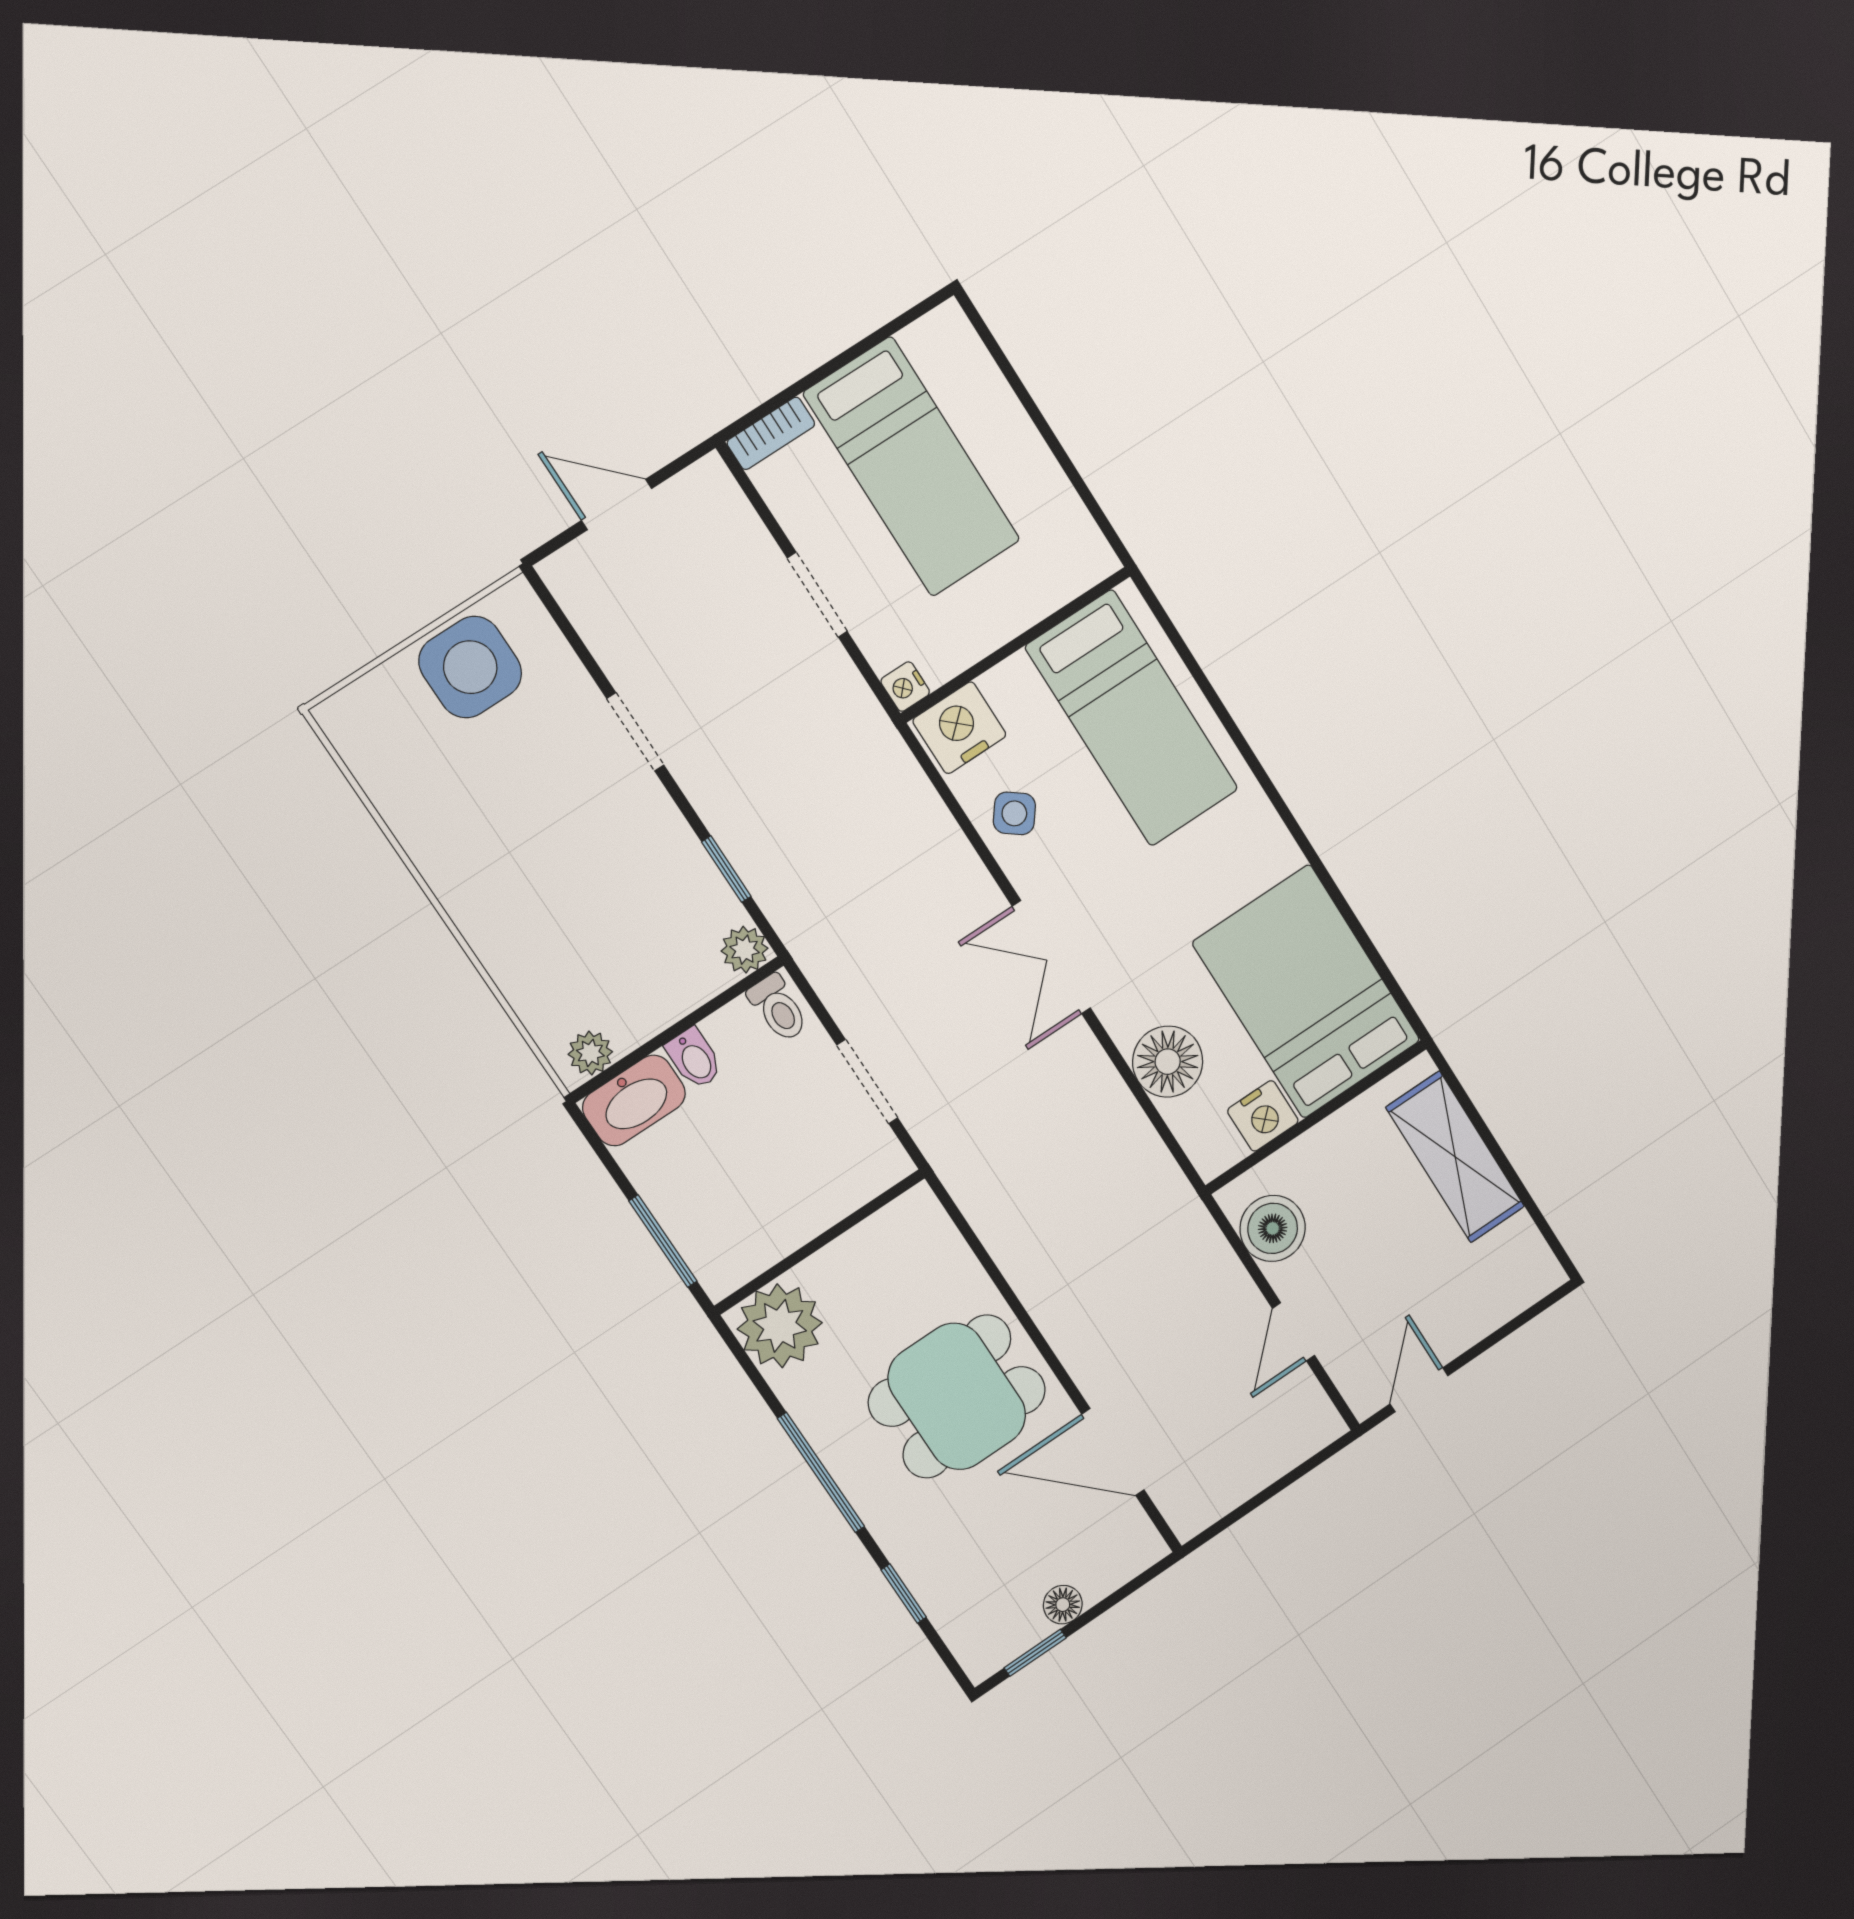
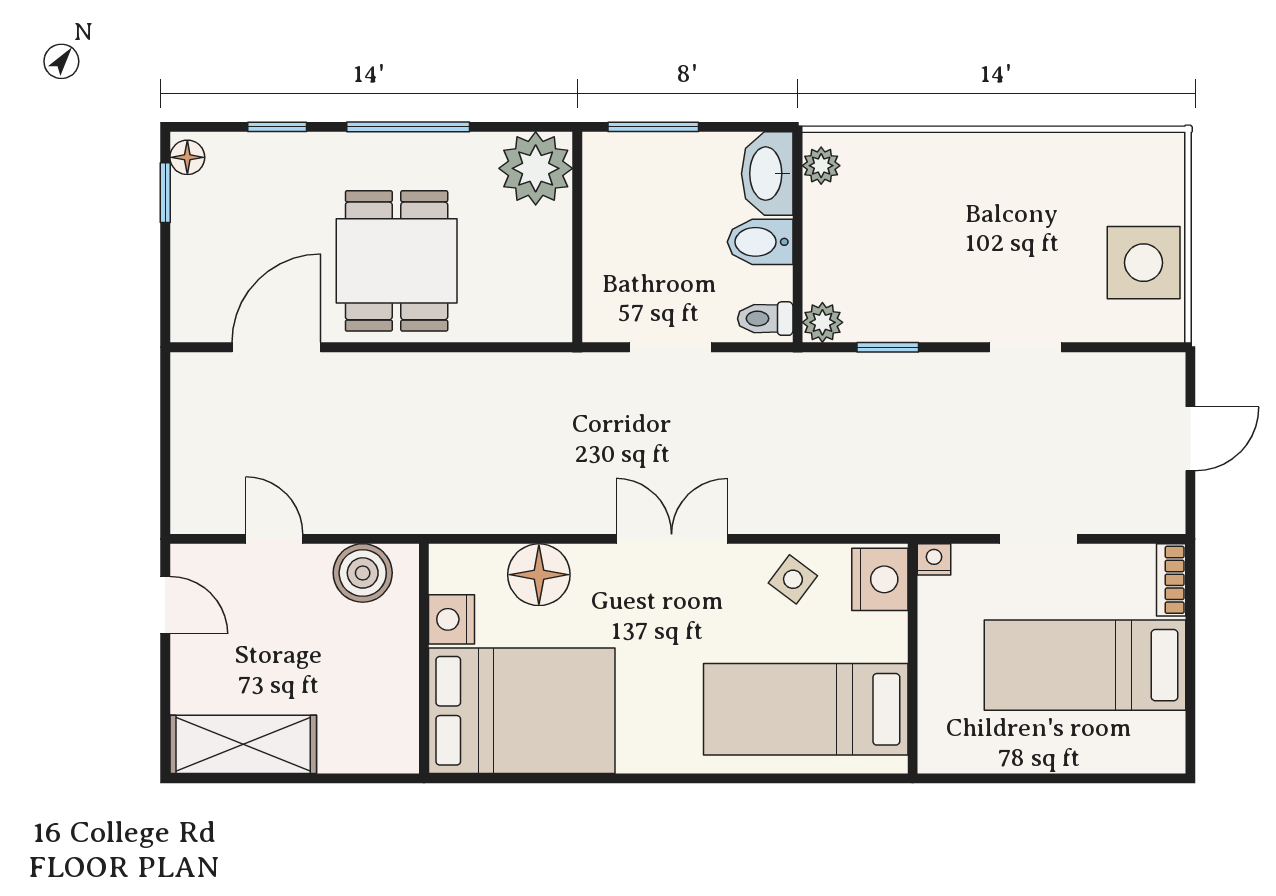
bidet: (694, 1059) -> (760, 242), width x1.38, depth x1.36
shelving: (1455, 1157) -> (243, 744), moved
floor lamp: (1063, 1605) -> (187, 157), moved

